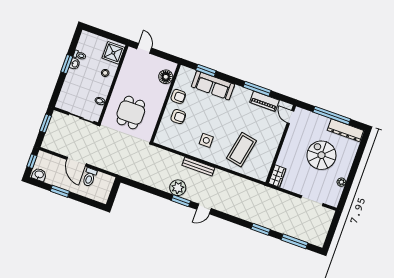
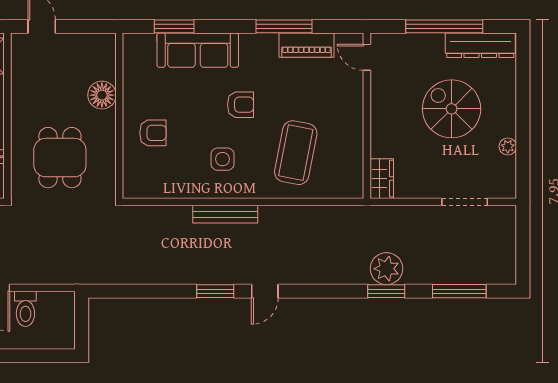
floor lamp: (166, 77) -> (102, 95), moved
armchair: (178, 96) -> (240, 105), moved
plant: (178, 188) -> (386, 269), moved

